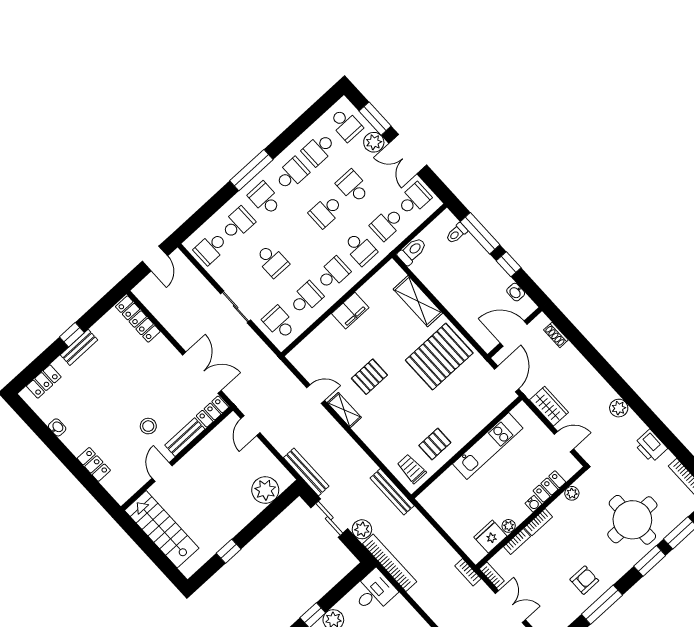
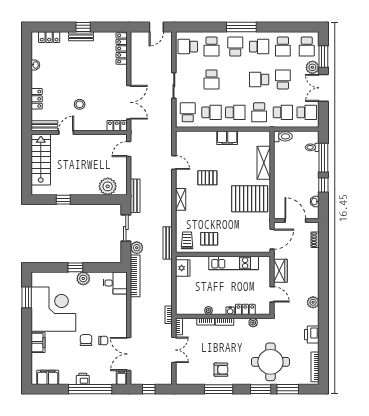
school desk: (319, 149) -> (283, 47), turned -90
school desk: (238, 223) -> (212, 47), turned 90
school desk: (387, 224) -> (283, 112), turned 180
shelving: (344, 410) -> (181, 199), moved
bench: (185, 437) -> (44, 126), moved
fridge: (490, 537) -> (183, 268), moved, turned 90

